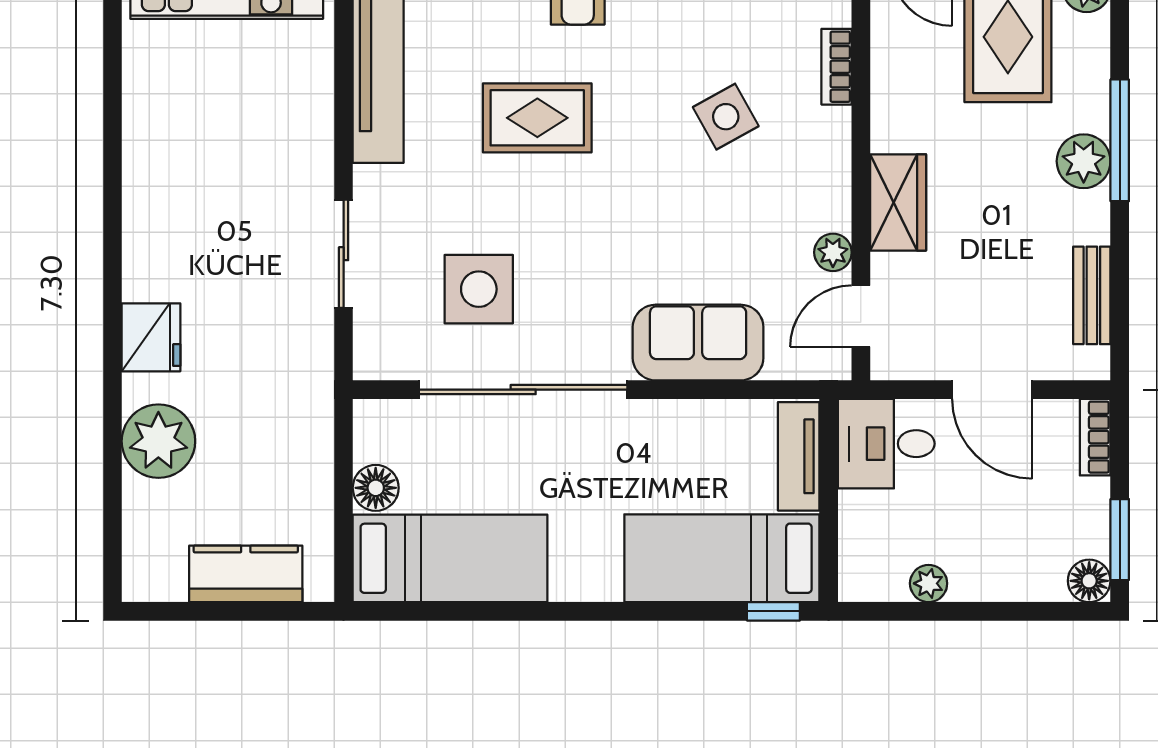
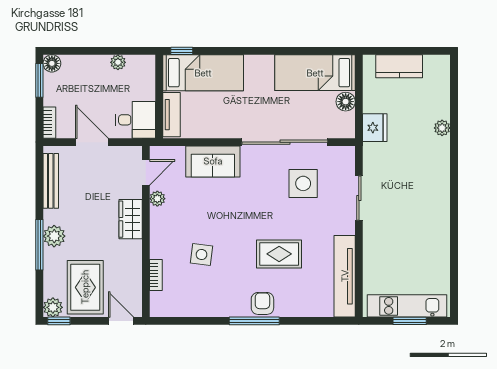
side table: (726, 117) -> (201, 254), turned 36
bench: (1092, 295) -> (51, 181), width x1.36
fridge: (151, 337) -> (375, 128), moved, turned 180
plant: (158, 441) -> (442, 128), width x0.53, depth x0.53

